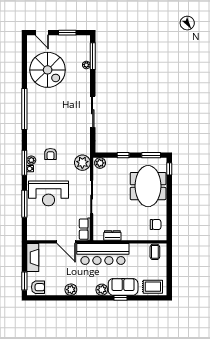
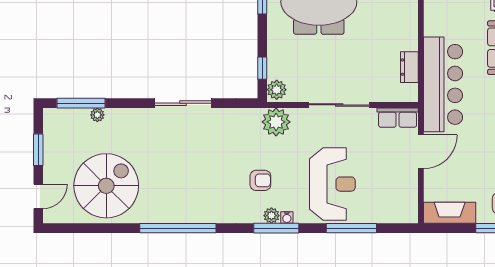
window: (123, 155) -> (262, 68), moved

